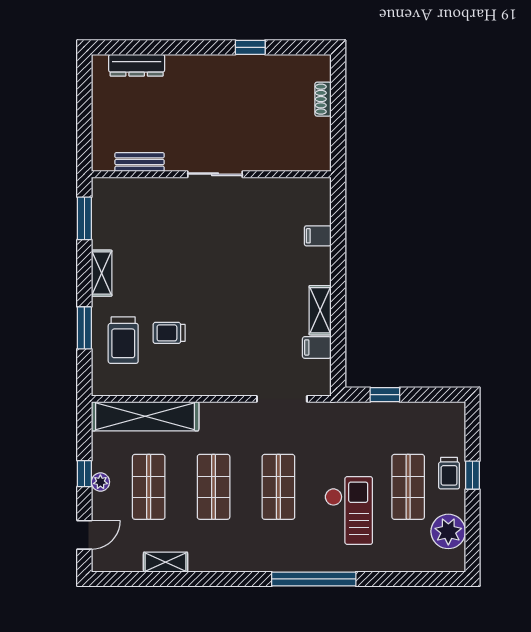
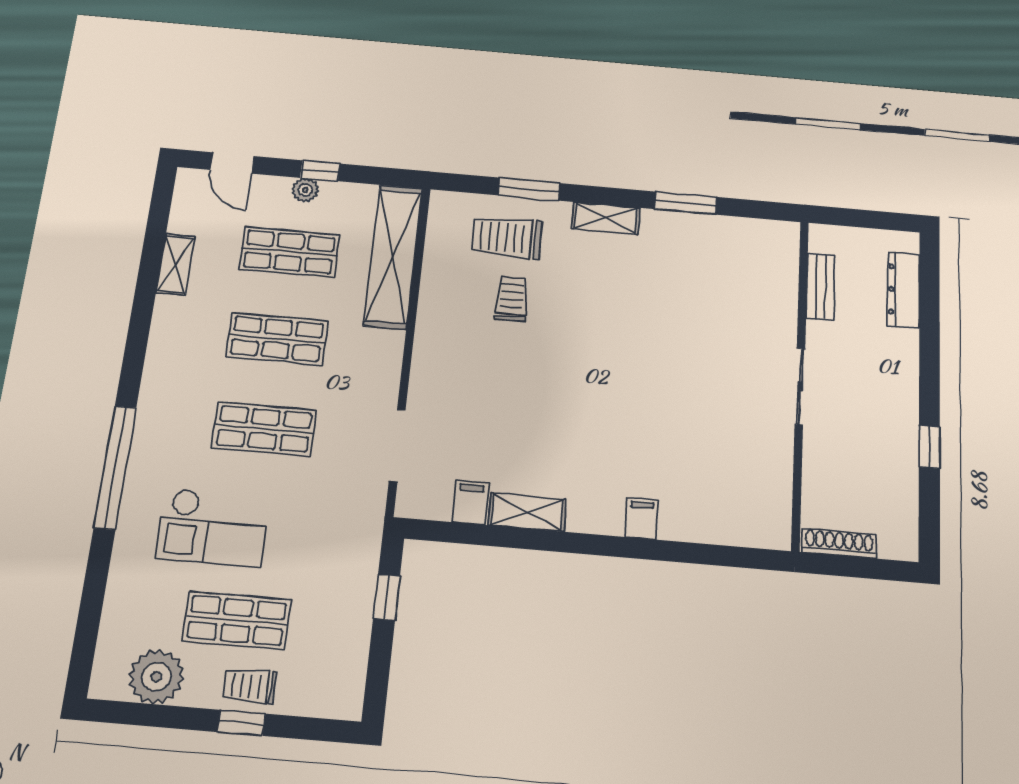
shoe rack: (323, 99) -> (839, 543), width x1.43
bench: (140, 162) -> (820, 286), moved
wall: (211, 174) -> (800, 381), moved
sliding door: (215, 174) -> (800, 386), moved

